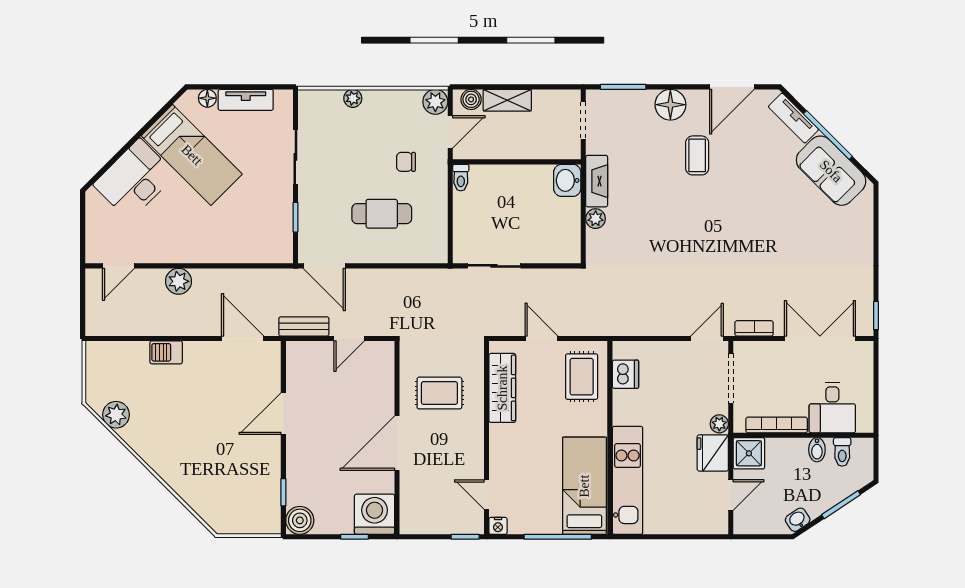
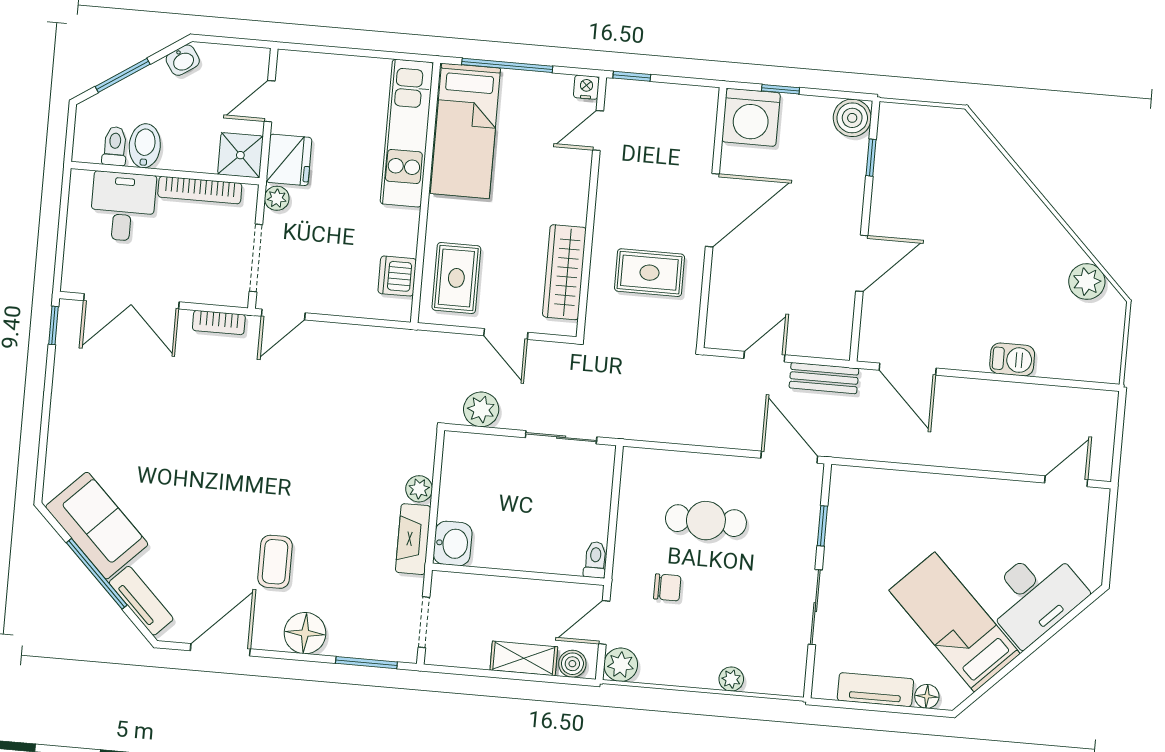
plant: (179, 281) -> (481, 409), moved
bidet: (817, 450) -> (145, 146), width x1.38, depth x1.36
door: (487, 495) -> (598, 130), swing flipped

